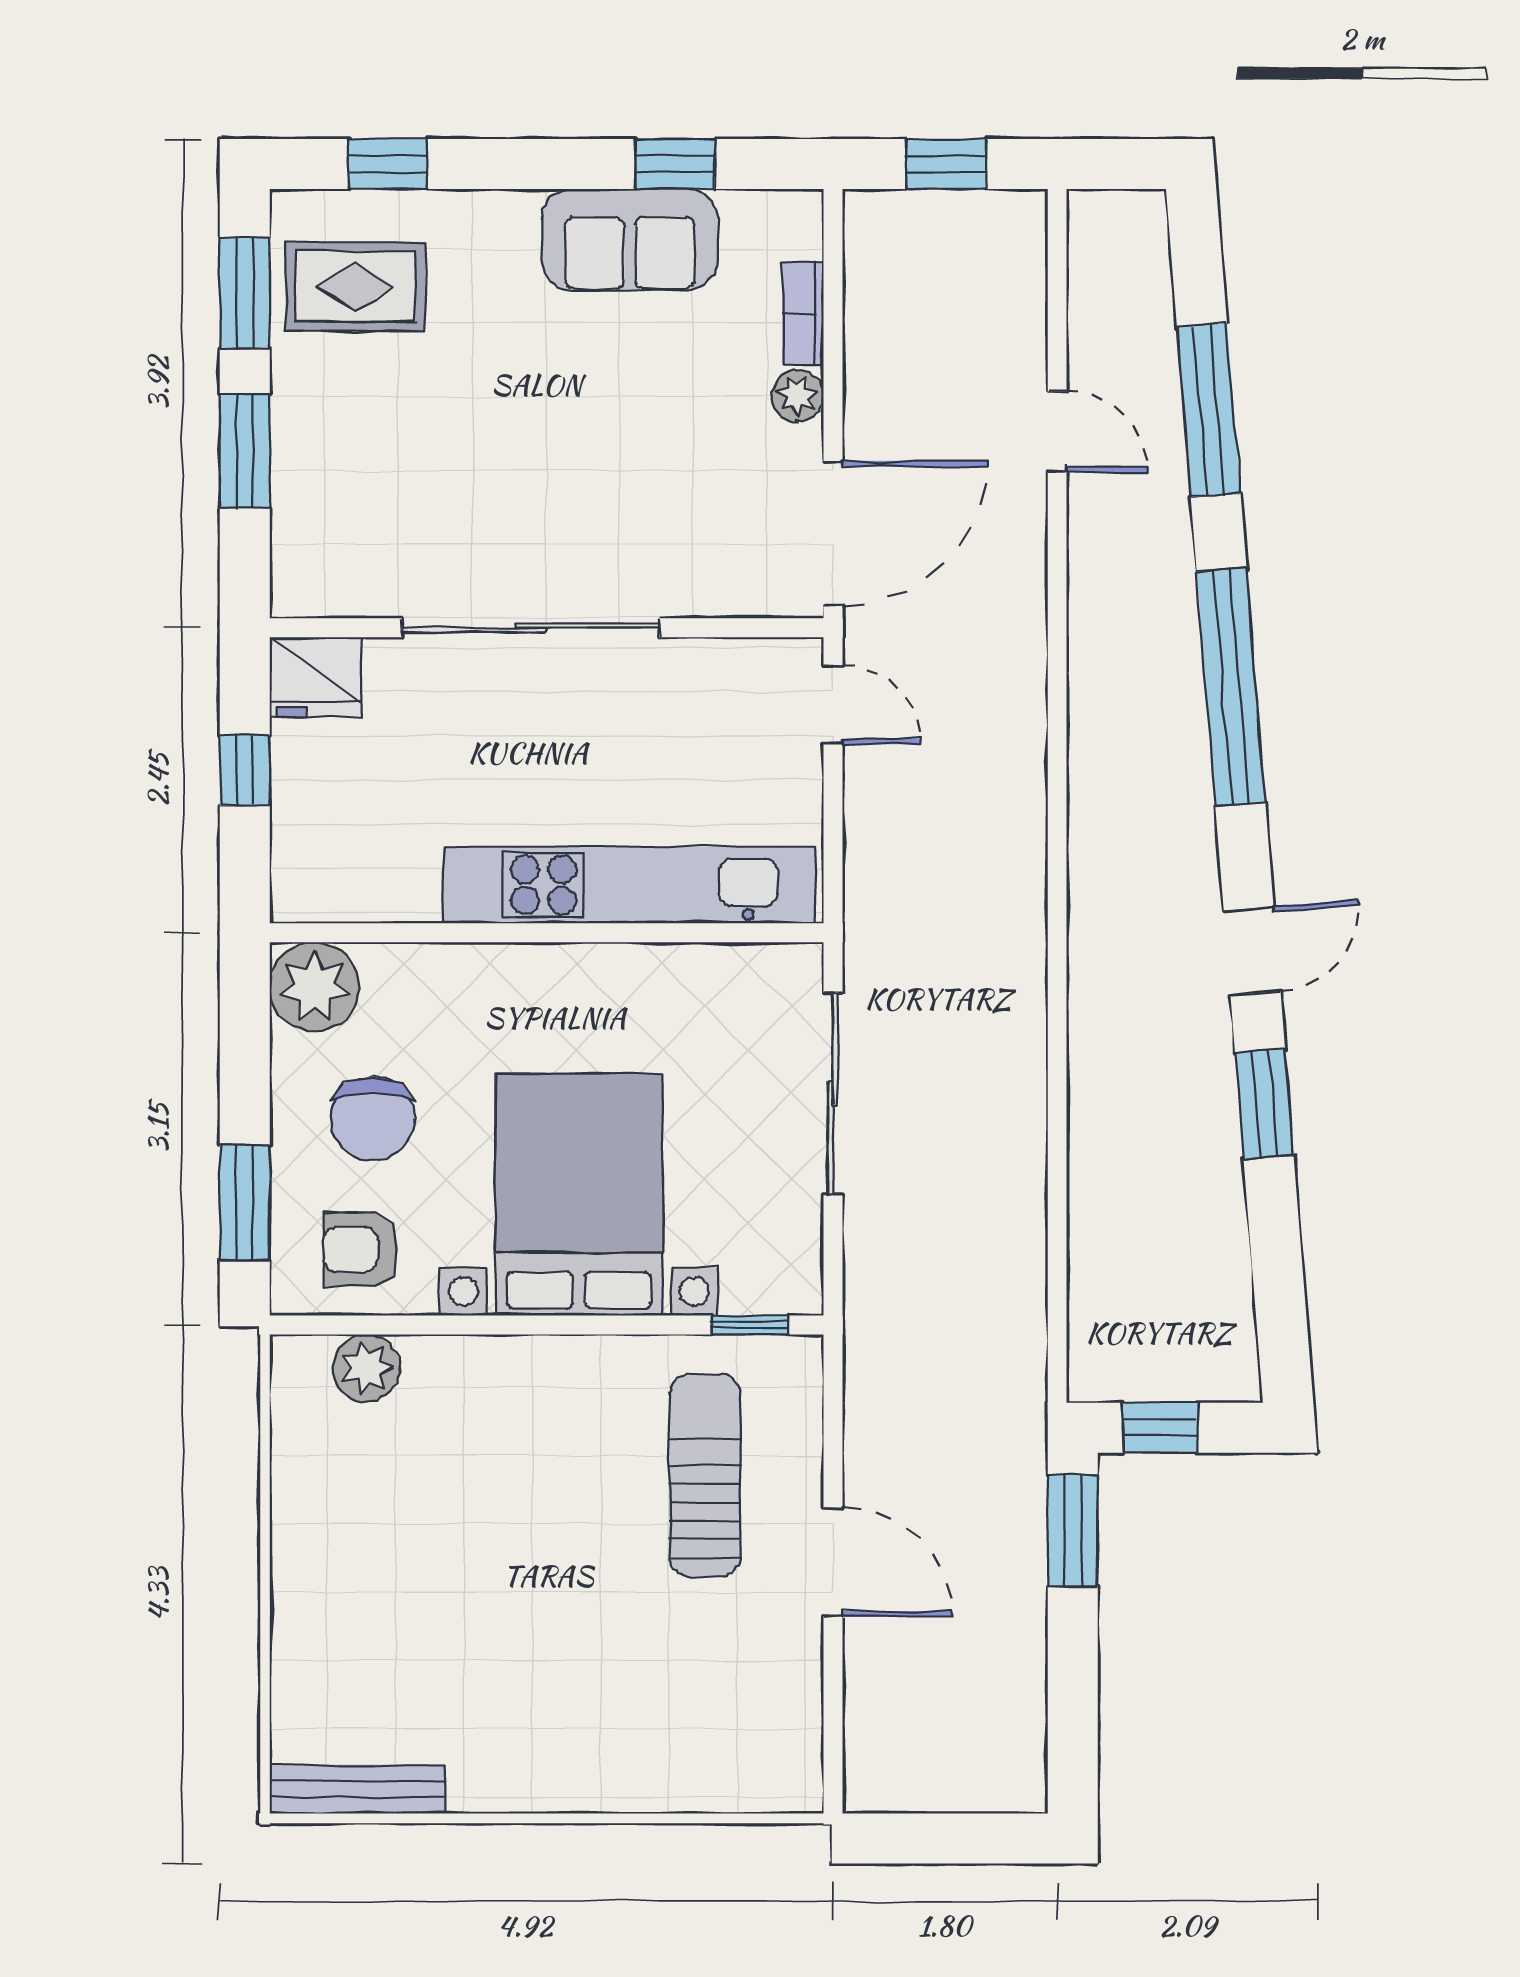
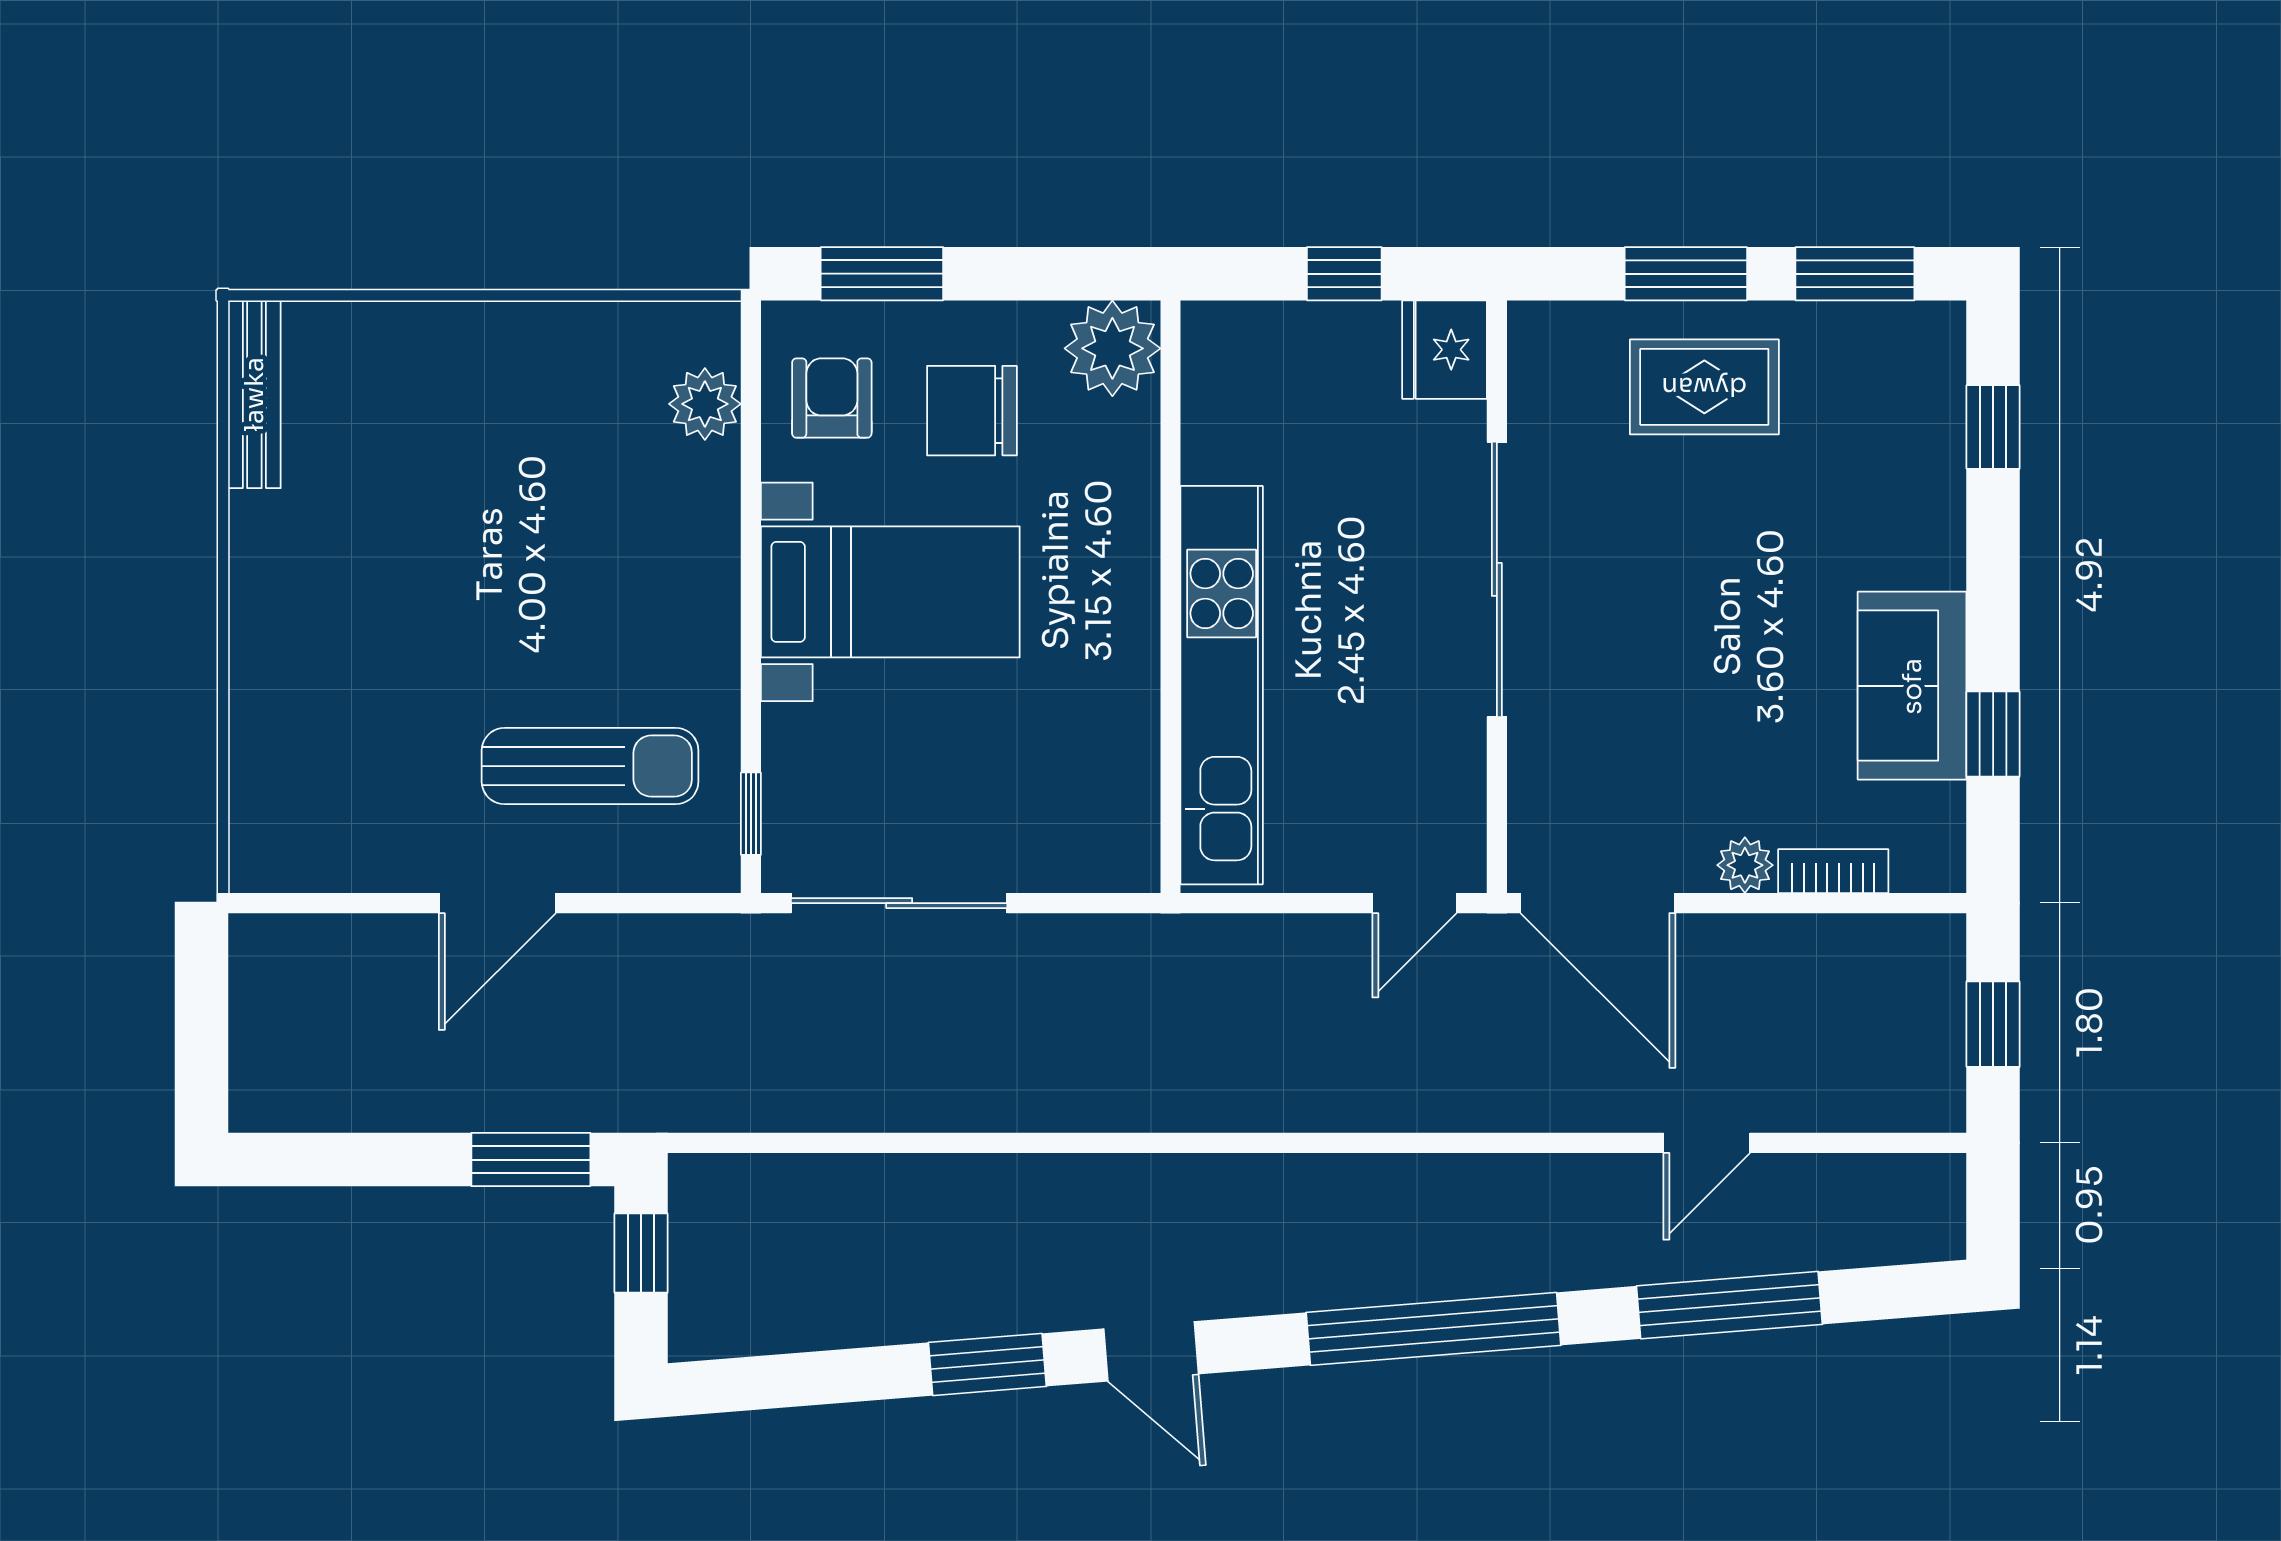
rug: (355, 287) -> (1704, 387), moved, turned 90
sliding door: (833, 1093) -> (899, 903), moved
bed with nightstands: (579, 1195) -> (890, 592), width x0.73

